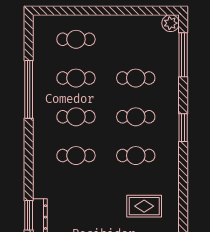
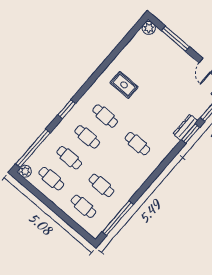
window: (183, 55) -> (33, 148), width x1.46
window: (29, 89) -> (118, 218), moved
cafe table: (76, 117) -> (51, 179), moved

